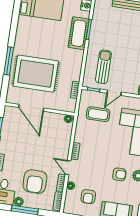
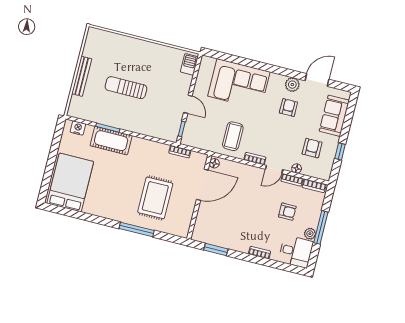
sun lounger: (103, 67) -> (126, 88), moved
rug: (36, 74) -> (155, 198), width x0.73, depth x0.69
door: (31, 108) -> (202, 185), moved
coffee table: (98, 114) -> (233, 136), moved
armchair: (35, 182) -> (287, 212), width x0.53, depth x0.53
armchair: (88, 197) -> (312, 148), turned -90

